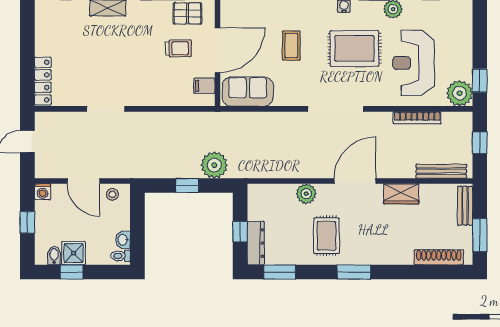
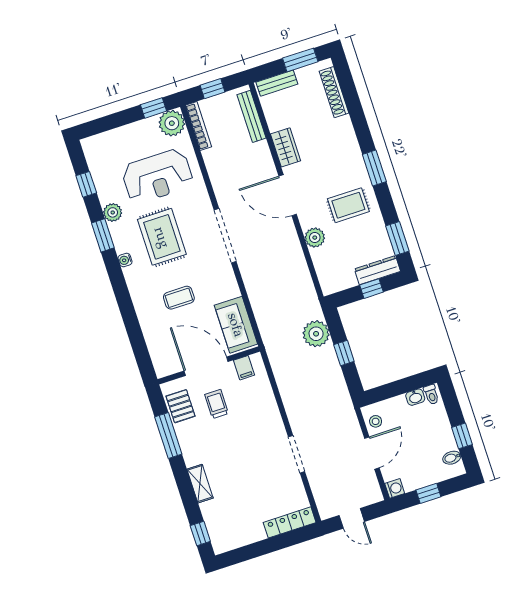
bookcase: (417, 118) -> (199, 126), moved
shower: (74, 253) -> (443, 440), removed

